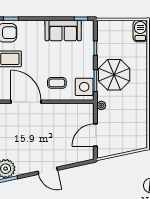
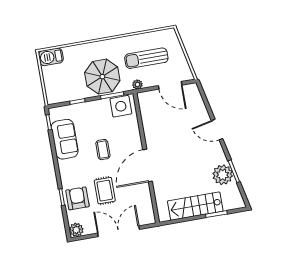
coffee table: (57, 83) -> (103, 150), moved
sun lounger: (124, 118) -> (146, 58), added
door: (48, 171) -> (217, 130), swing flipped

